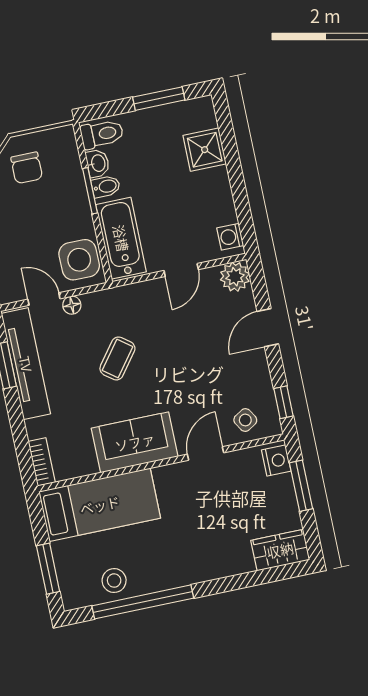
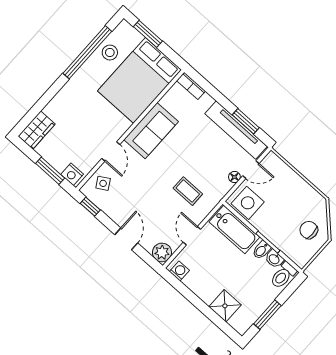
coffee table: (117, 358) -> (188, 191), moved, turned -37
bed: (100, 505) -> (140, 80), width x1.50

